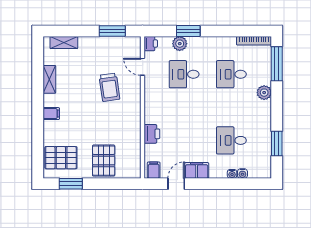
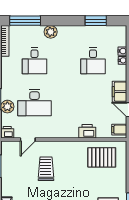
desk: (184, 74) -> (34, 103), width x1.37
trolley: (109, 87) -> (46, 169), turned -82
pallet: (104, 161) -> (102, 157), moved

